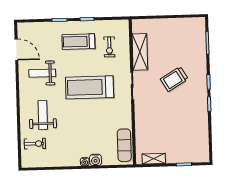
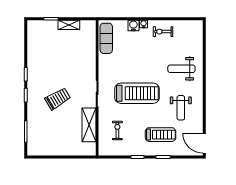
treadmill: (78, 42) -> (161, 135), moved
door: (16, 50) -> (204, 143), moved
weight bench: (42, 73) -> (181, 108), turned 90
weight bench: (43, 115) -> (181, 69), turned 90
exercise bike: (35, 144) -> (163, 32), moved
shelving: (154, 159) -> (69, 25), moved

